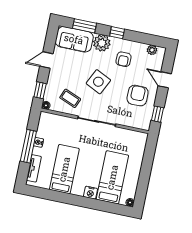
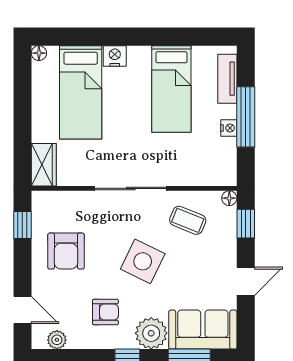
armchair: (123, 59) -> (105, 312), turned 90
door: (165, 80) -> (22, 310), moved
wardrobe: (140, 143) -> (44, 165), added

